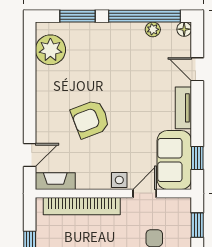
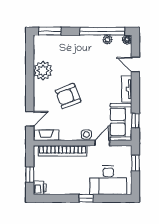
window: (77, 16) -> (50, 31), moved
plant: (50, 50) -> (43, 71), moved

